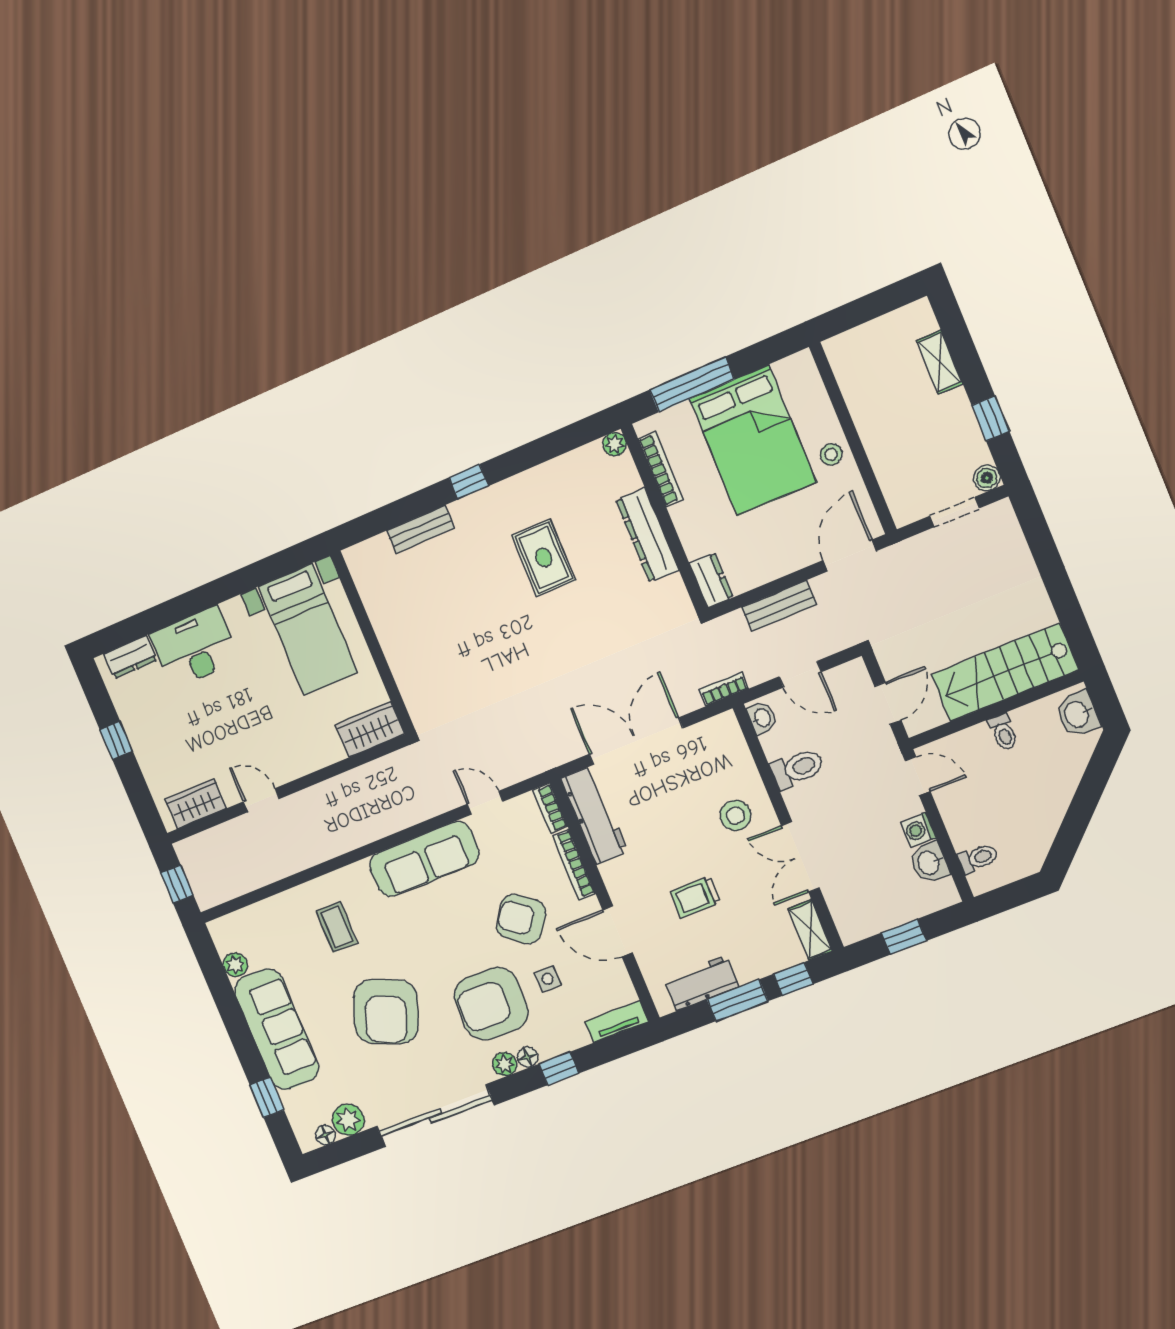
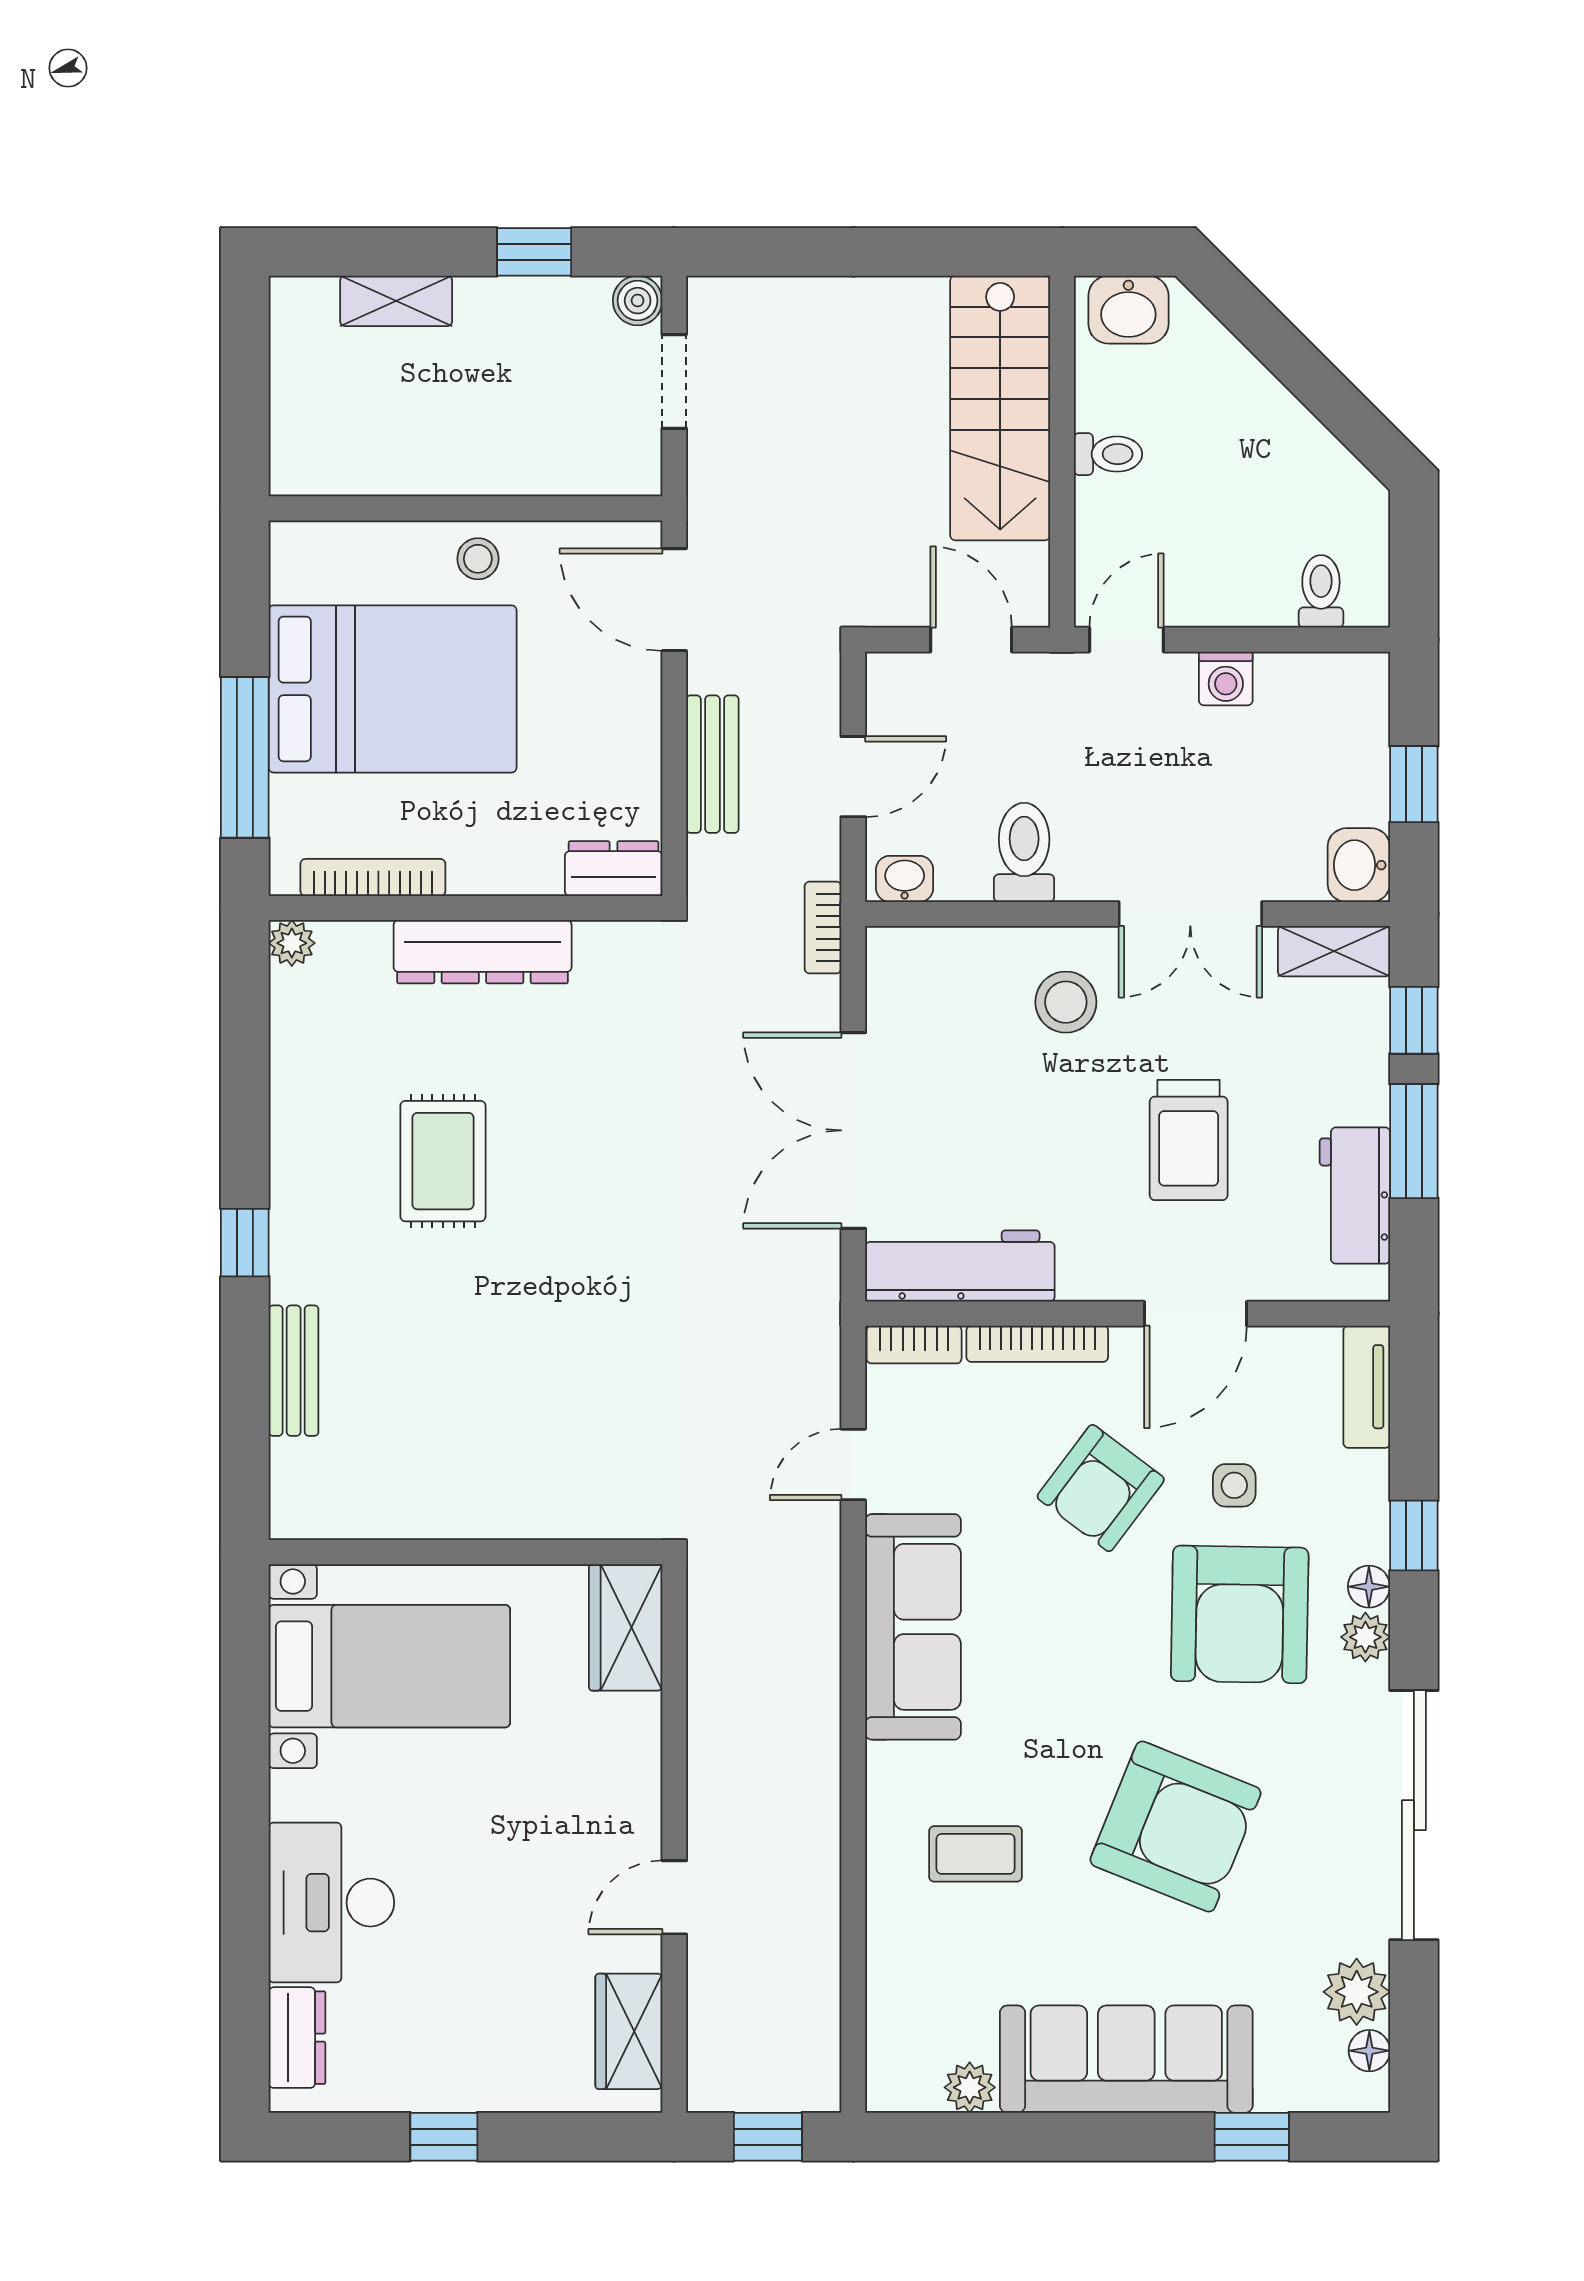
rug: (544, 558) -> (443, 1161), turned 90
washbasin: (929, 863) -> (1359, 865), moved, turned 90
trolley: (695, 897) -> (1189, 1140), width x1.36, depth x1.39

